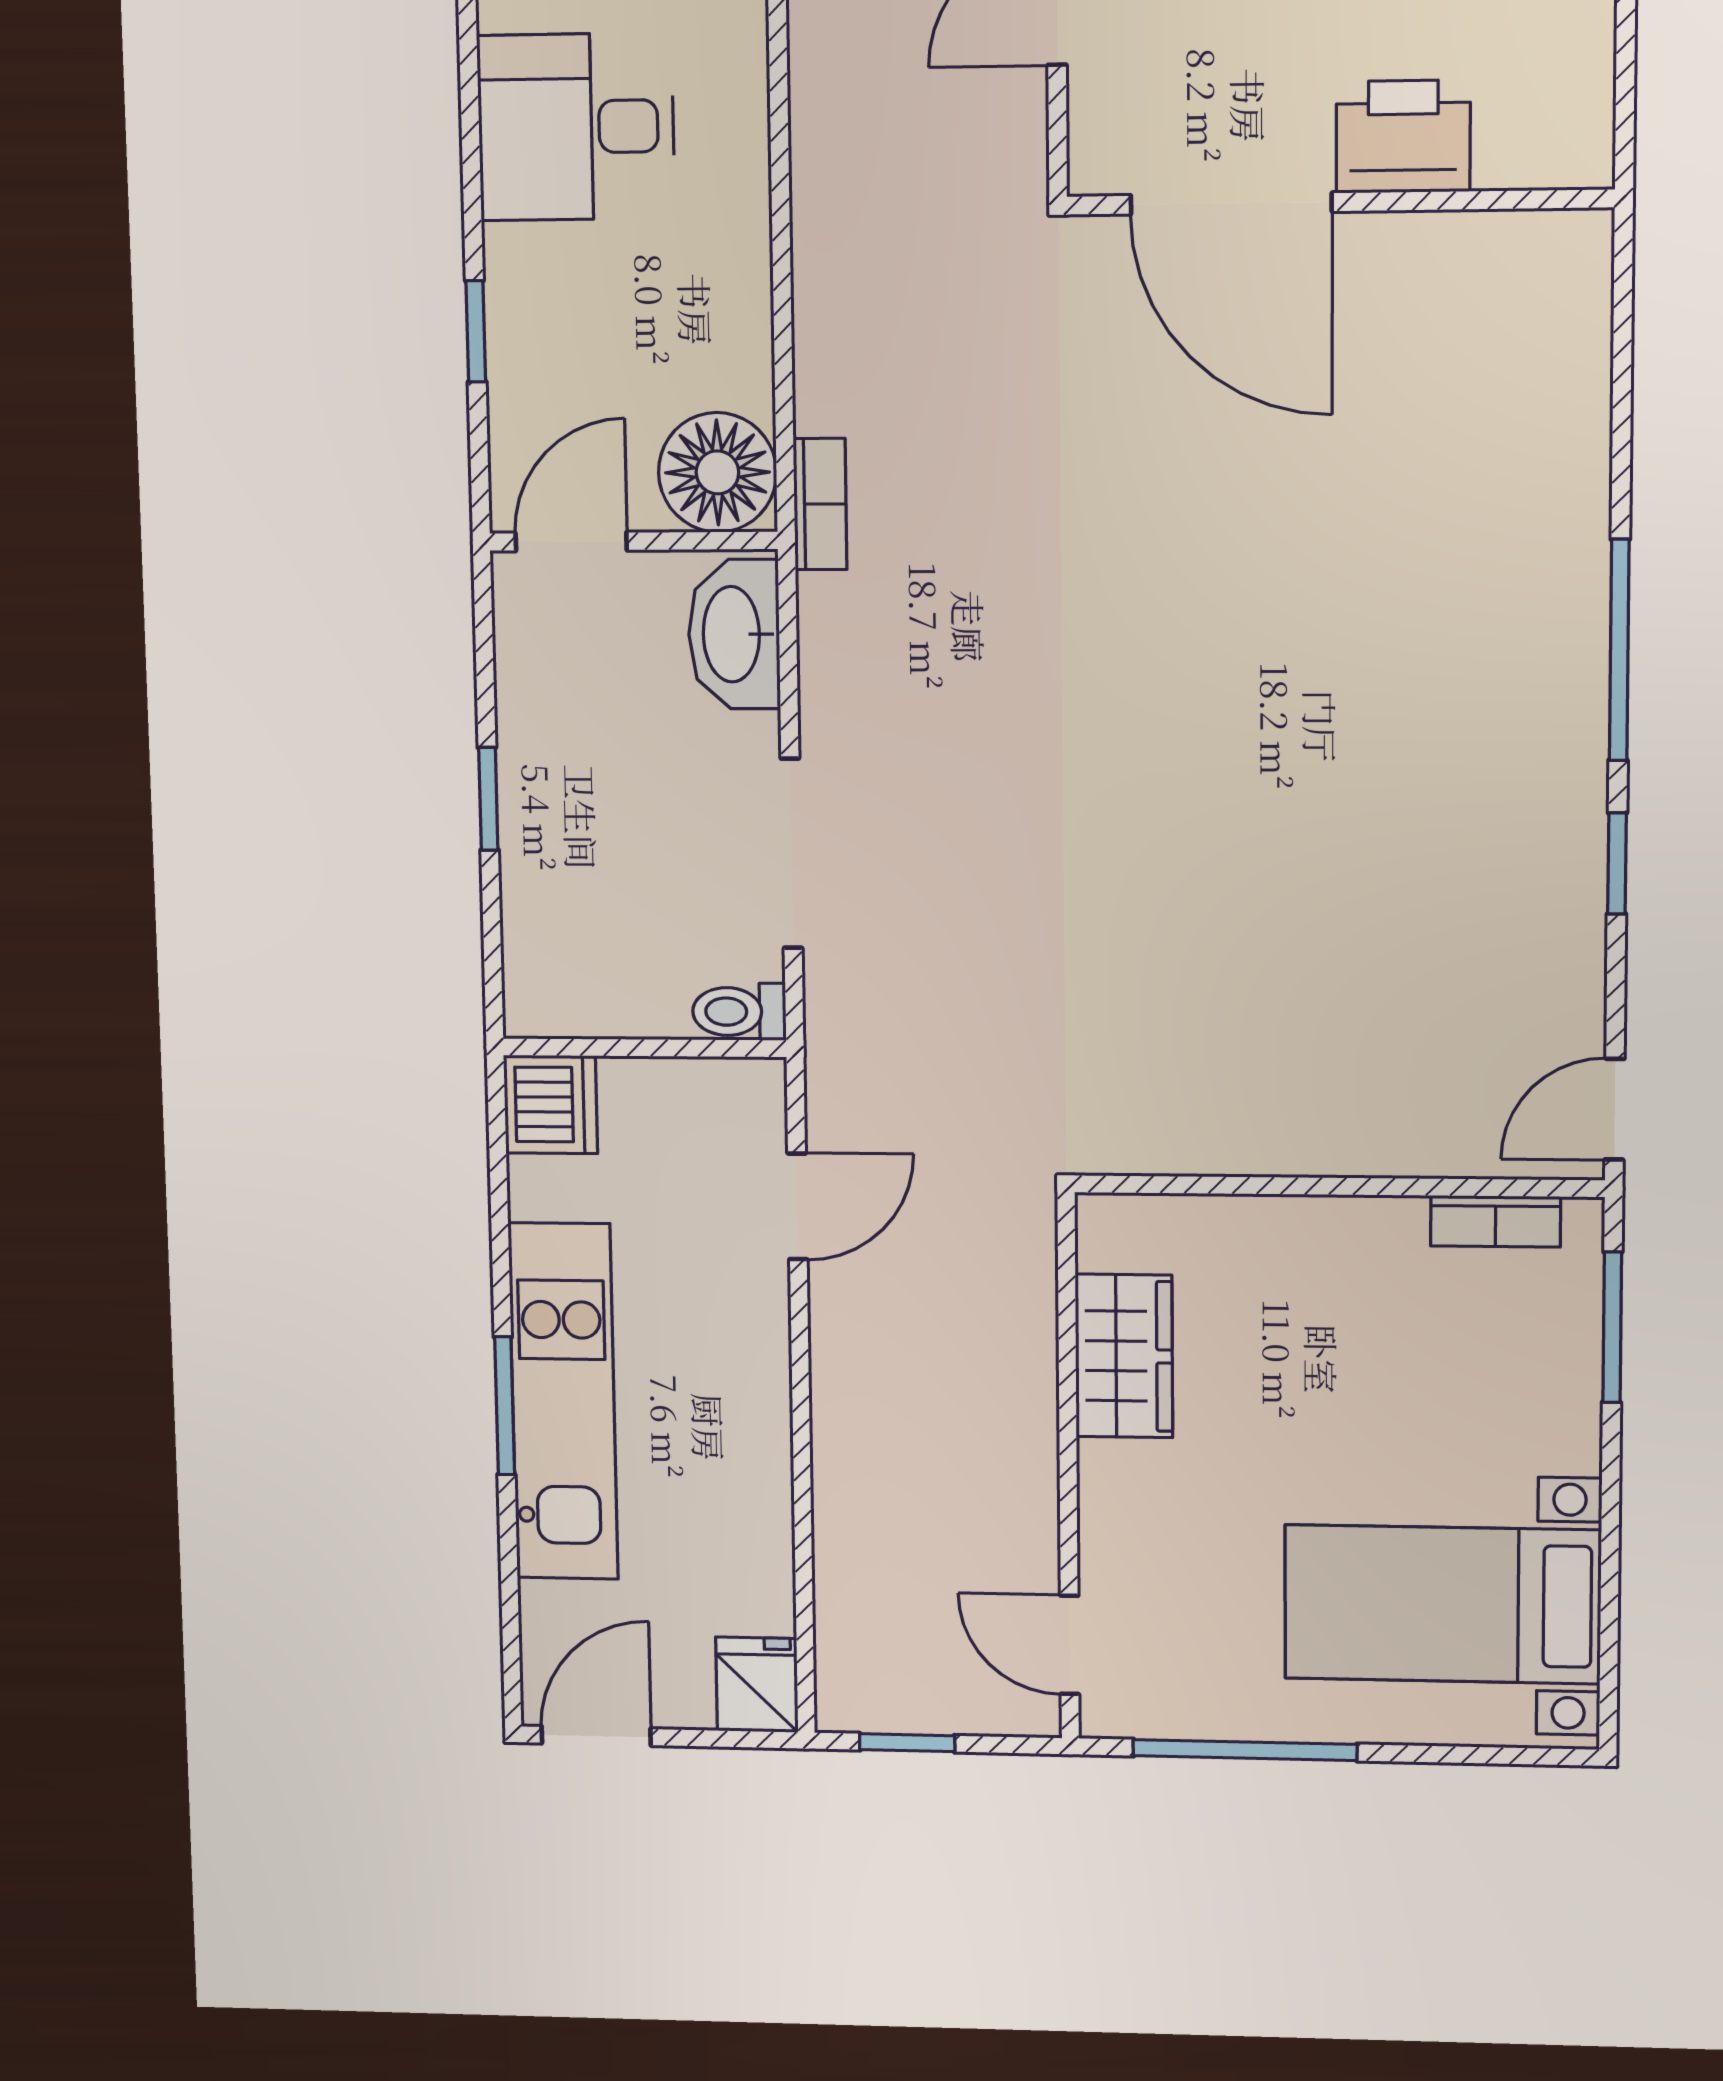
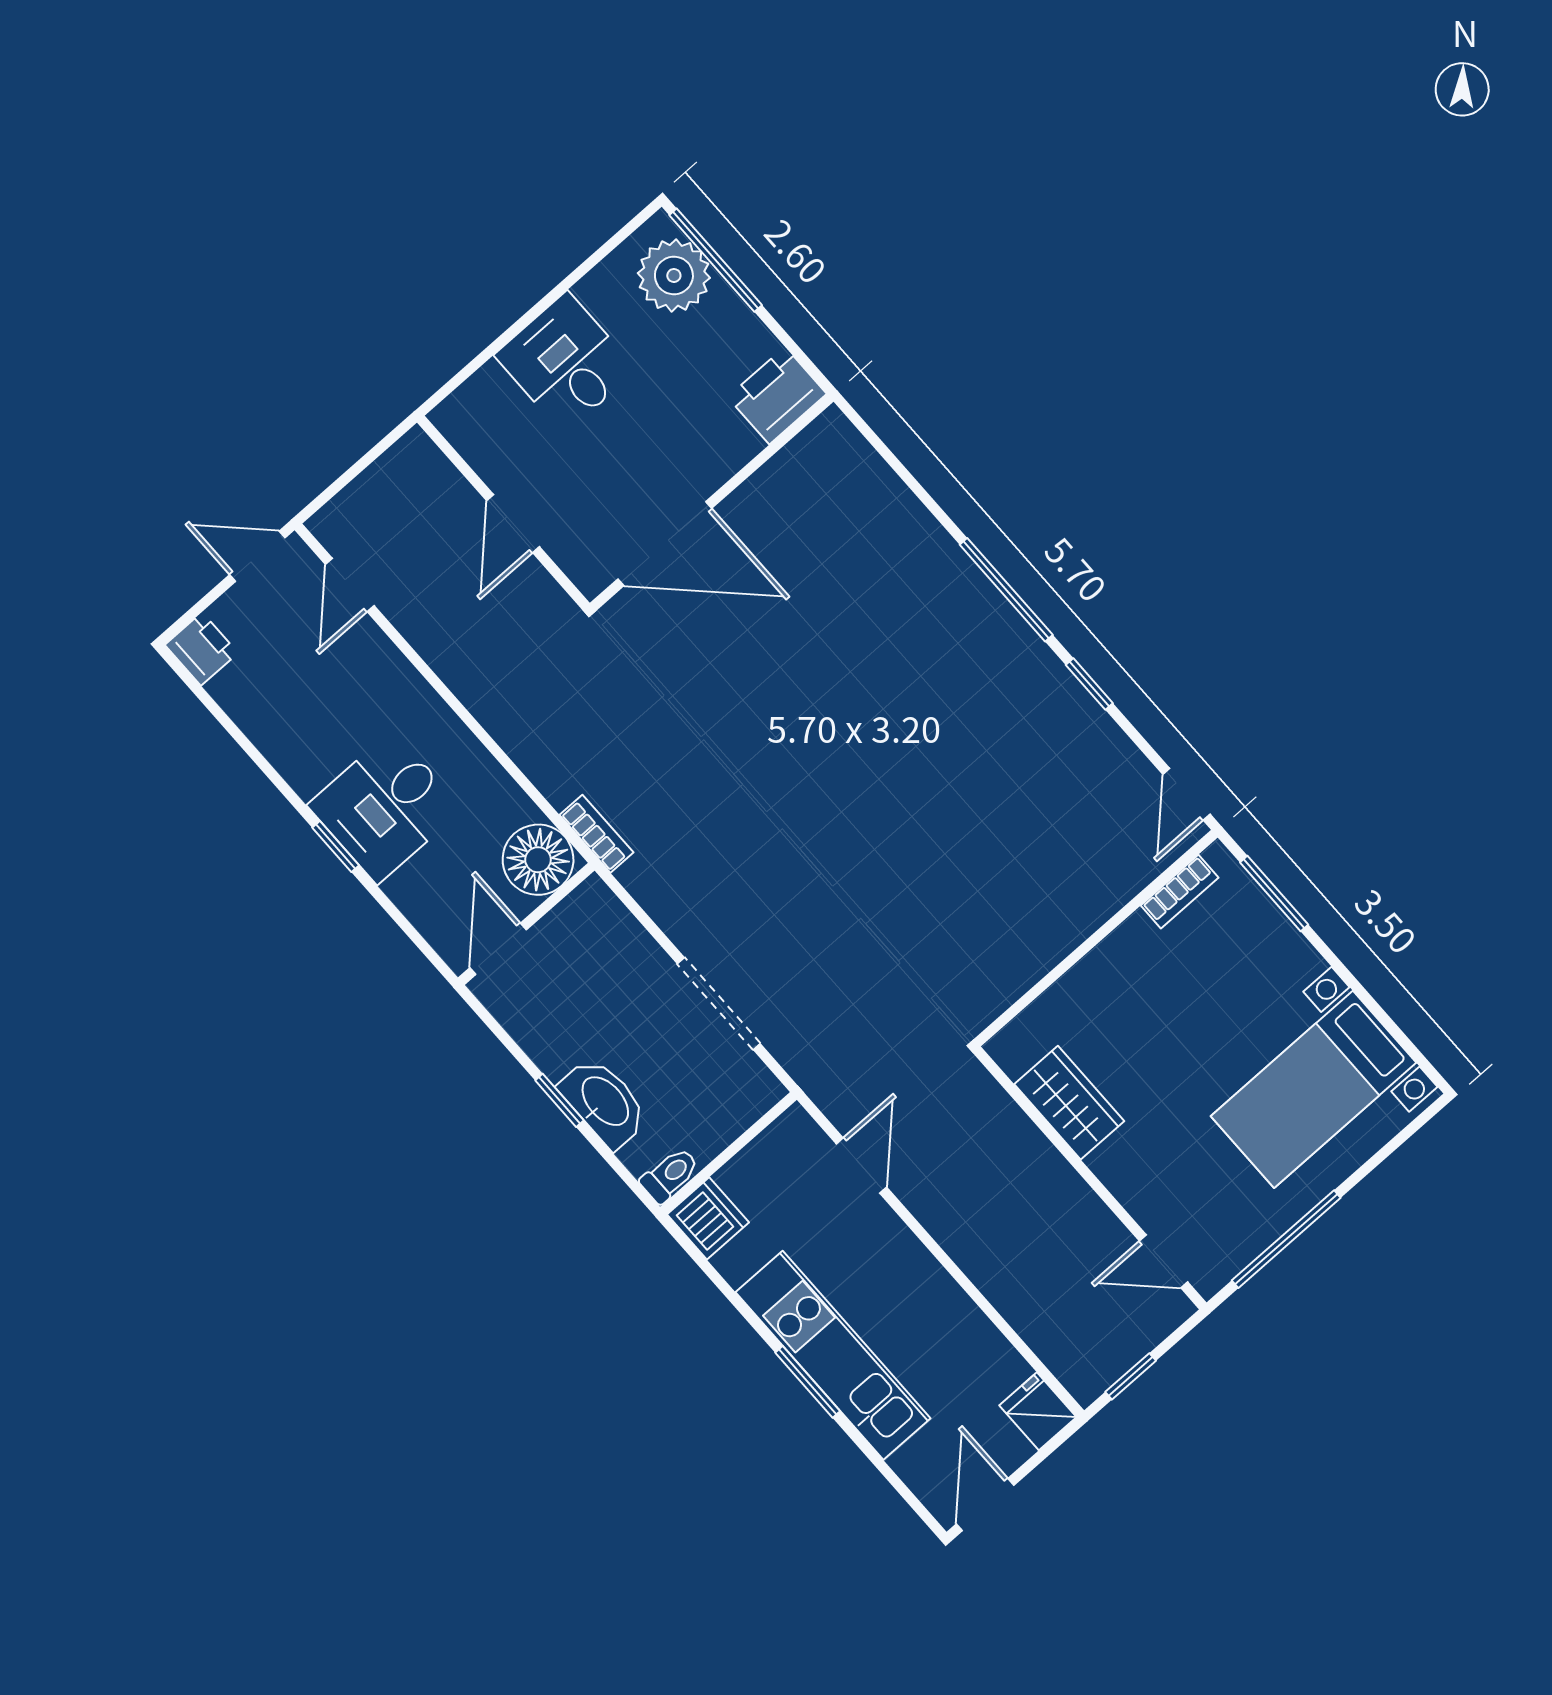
desk: (576, 127) -> (385, 807), moved
printer: (1403, 137) -> (777, 396), moved
window: (476, 331) -> (336, 846), moved
washbasin: (734, 634) -> (604, 1102), moved, turned 180
toilet: (739, 1012) -> (670, 1175), moved, turned 180

